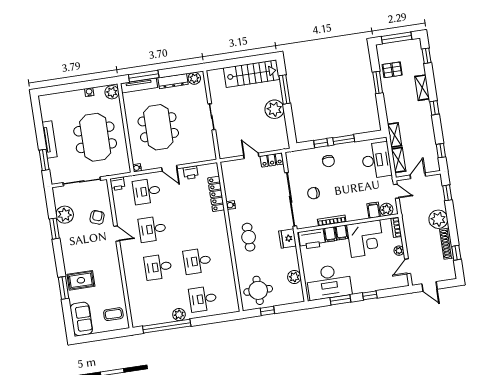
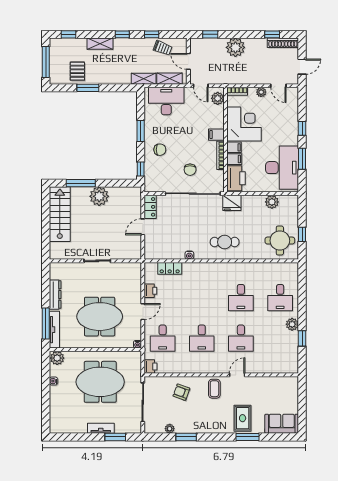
plant: (194, 78) -> (56, 273), removed
tv unit: (50, 139) -> (101, 428), width x0.71
window: (321, 143) -> (141, 169), moved
trolley: (427, 149) -> (163, 48), added
window: (441, 151) -> (152, 34), moved
door: (396, 191) -> (201, 86), swing flipped
locker: (216, 194) -> (170, 268), width x0.66
filing cabinet: (374, 210) -> (216, 135), moved
plant: (65, 215) -> (170, 429), width x0.53, depth x0.53
door: (117, 234) -> (237, 375), moved
shoe rack: (447, 244) -> (283, 43), moved
coffee table: (113, 314) -> (214, 389), moved
window: (167, 326) -> (302, 338), width x0.32

